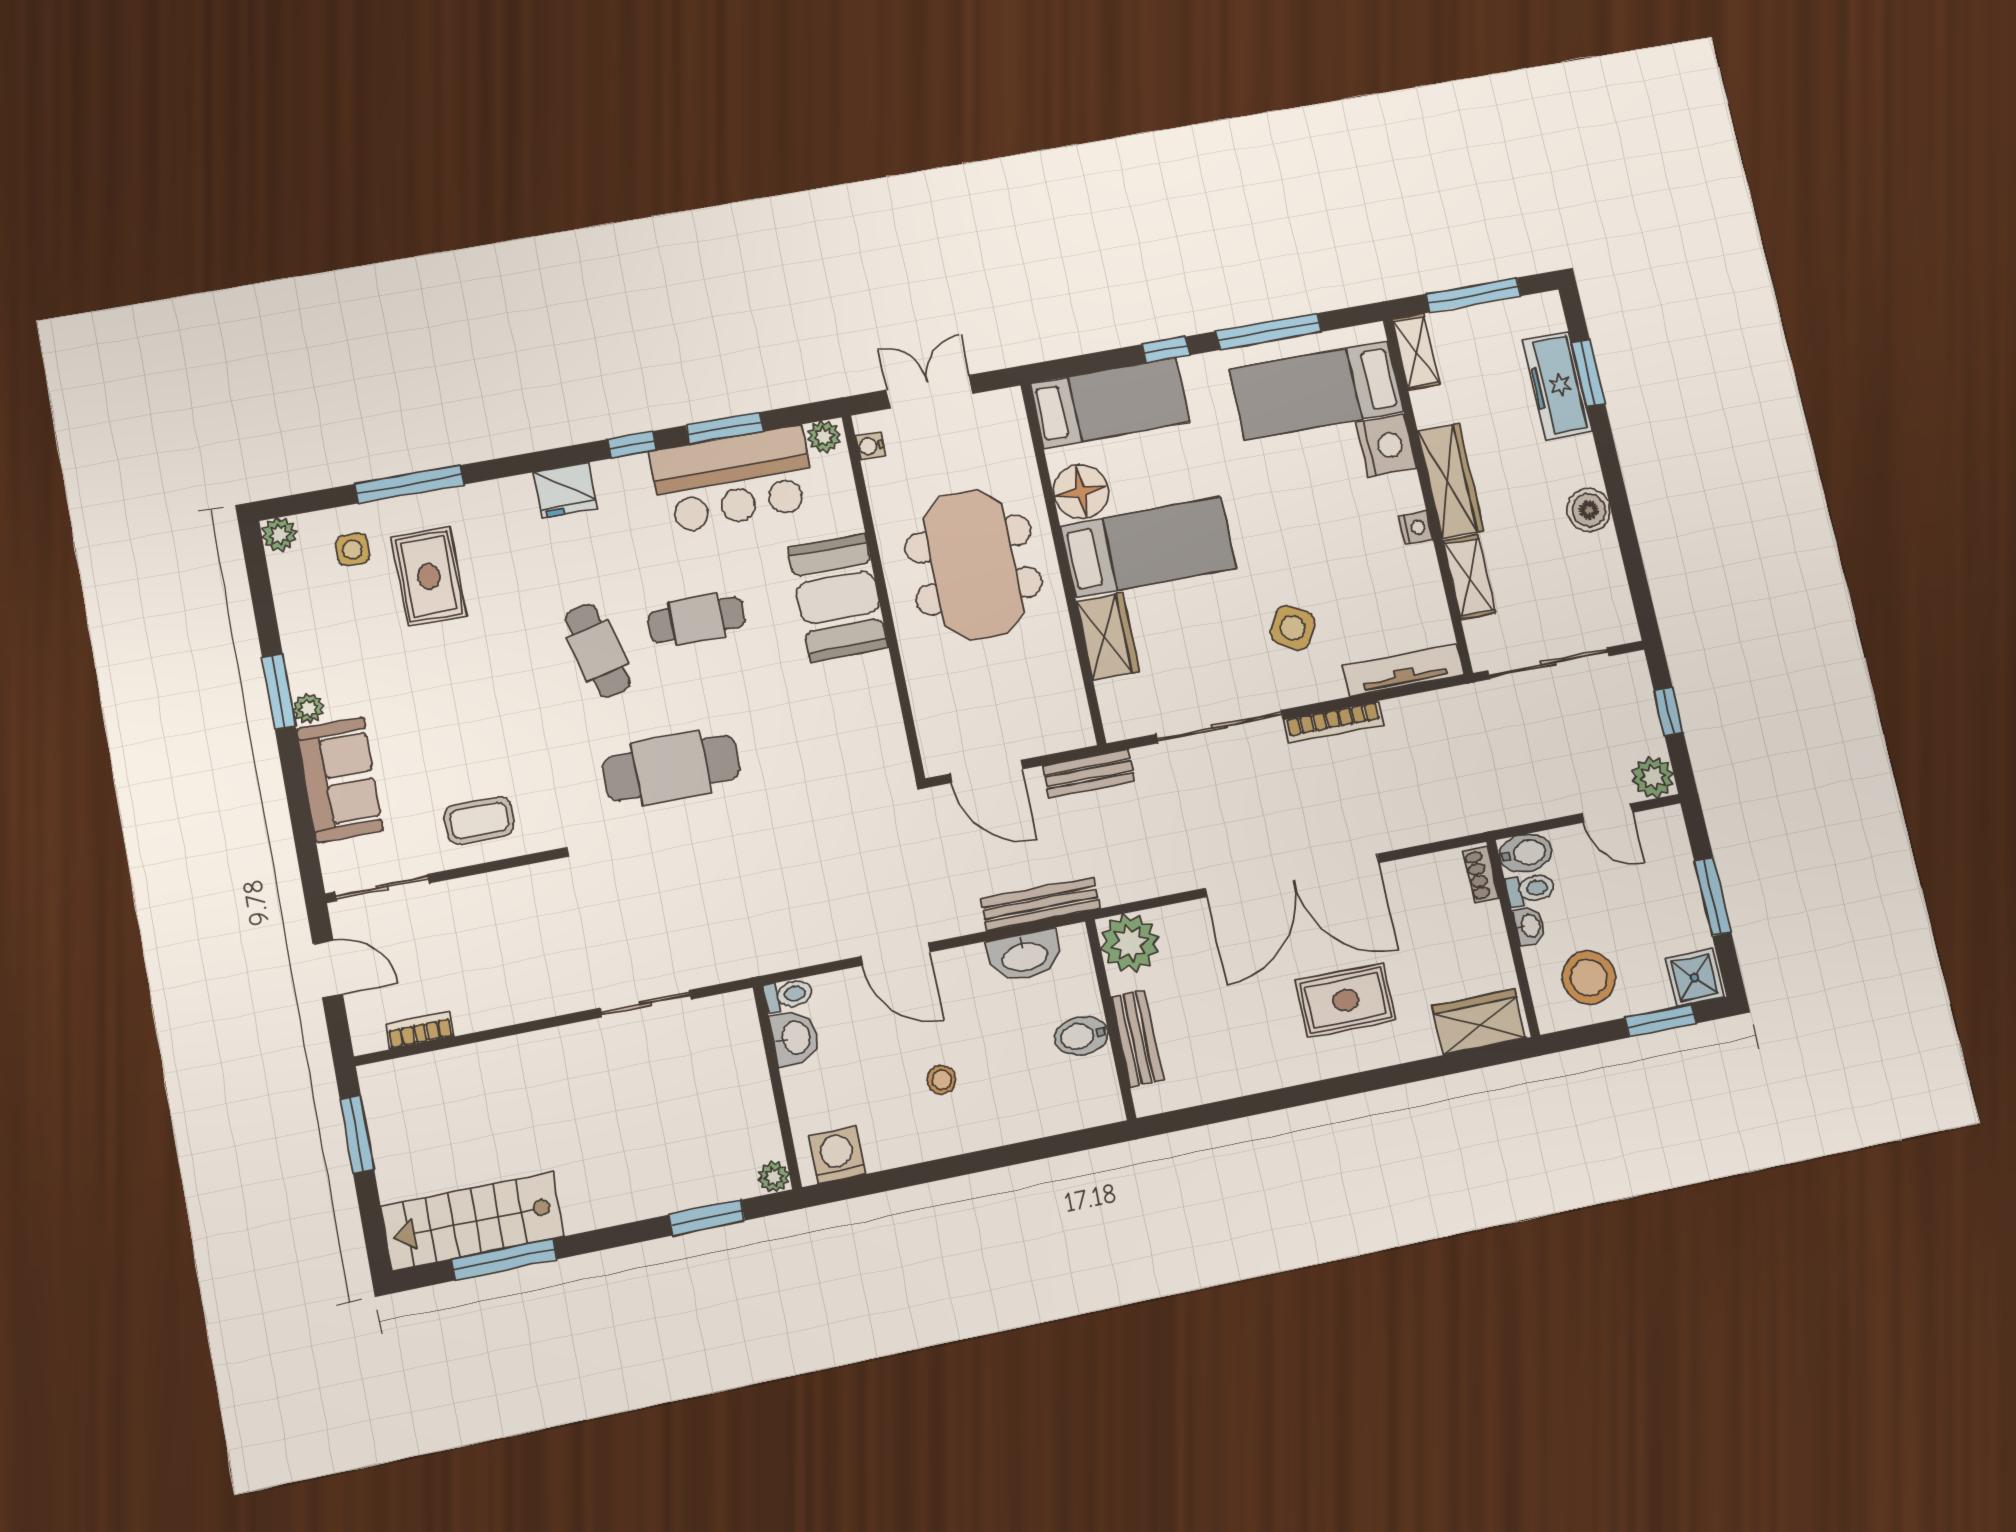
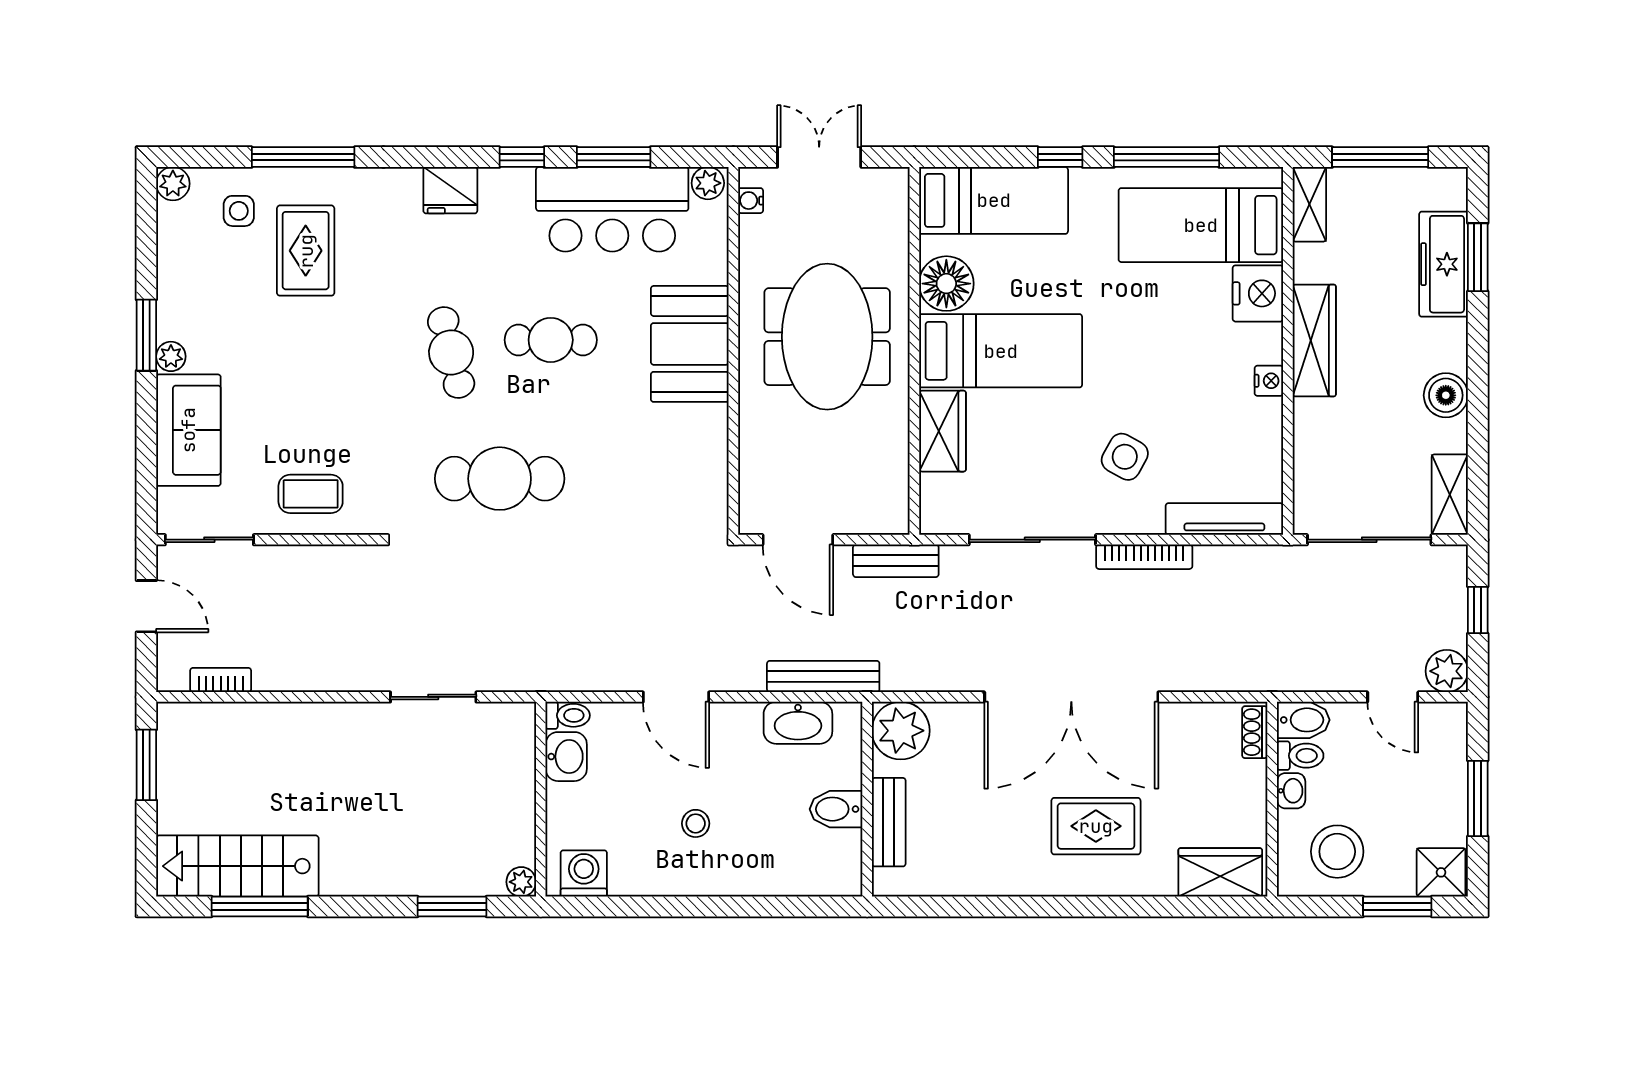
shelving: (1469, 577) -> (1450, 495), moved

